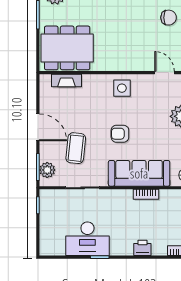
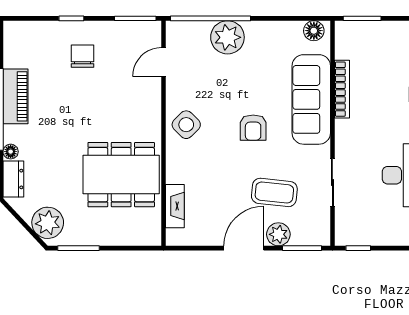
dining table: (67, 48) -> (121, 175), moved, turned 90
side table: (122, 88) -> (186, 125), turned 45
plant: (47, 170) -> (278, 234), moved
bookcase: (146, 194) -> (342, 89), width x1.56

